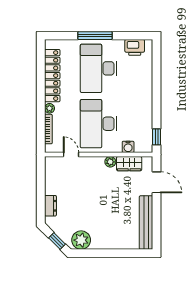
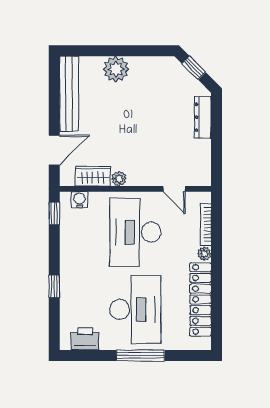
window: (157, 85) -> (54, 286), added
desk: (99, 124) -> (135, 232), turned 180
water cooler: (128, 147) -> (79, 200), moved
door: (157, 182) -> (54, 150), swing flipped
dresser: (50, 206) -> (203, 117), width x1.44
plant: (81, 240) -> (116, 69), moved

